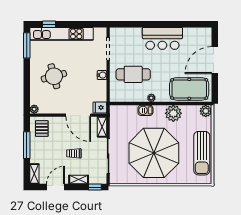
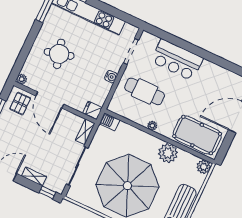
bar counter: (162, 38) -> (177, 60), moved
barbecue: (145, 110) -> (110, 122), moved
door: (78, 115) -> (50, 100), moved
trolley: (74, 153) -> (42, 146), removed

